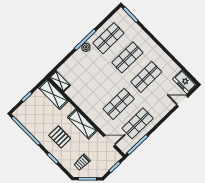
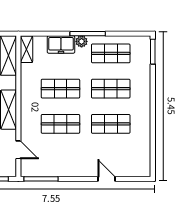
freezer: (185, 82) -> (61, 44), moved, turned -90
door: (182, 101) -> (107, 179), moved
shop shelf: (138, 123) -> (60, 89), moved

